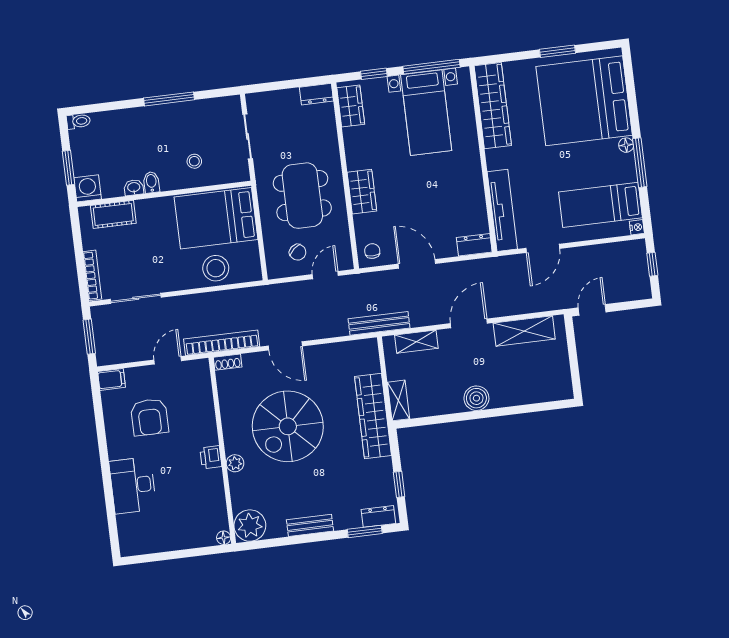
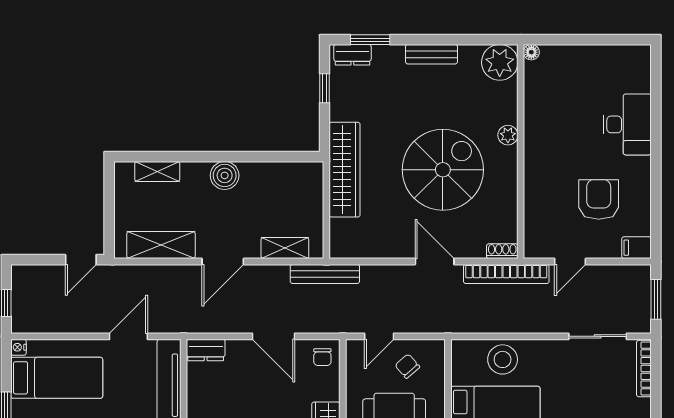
shelving: (399, 400) -> (157, 171), moved, turned 90
printer: (211, 457) -> (535, 145), removed

